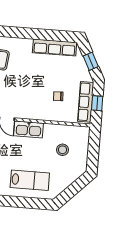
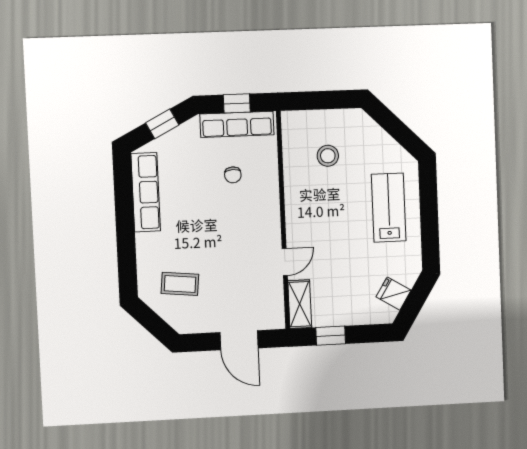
kitchen sink: (29, 129) -> (299, 221), removed

